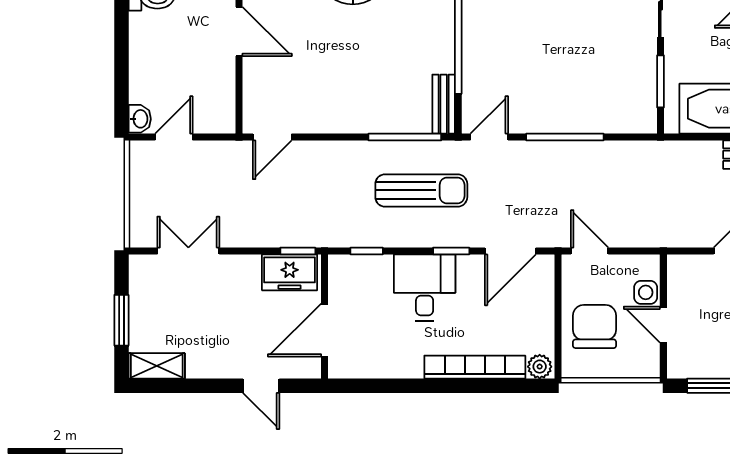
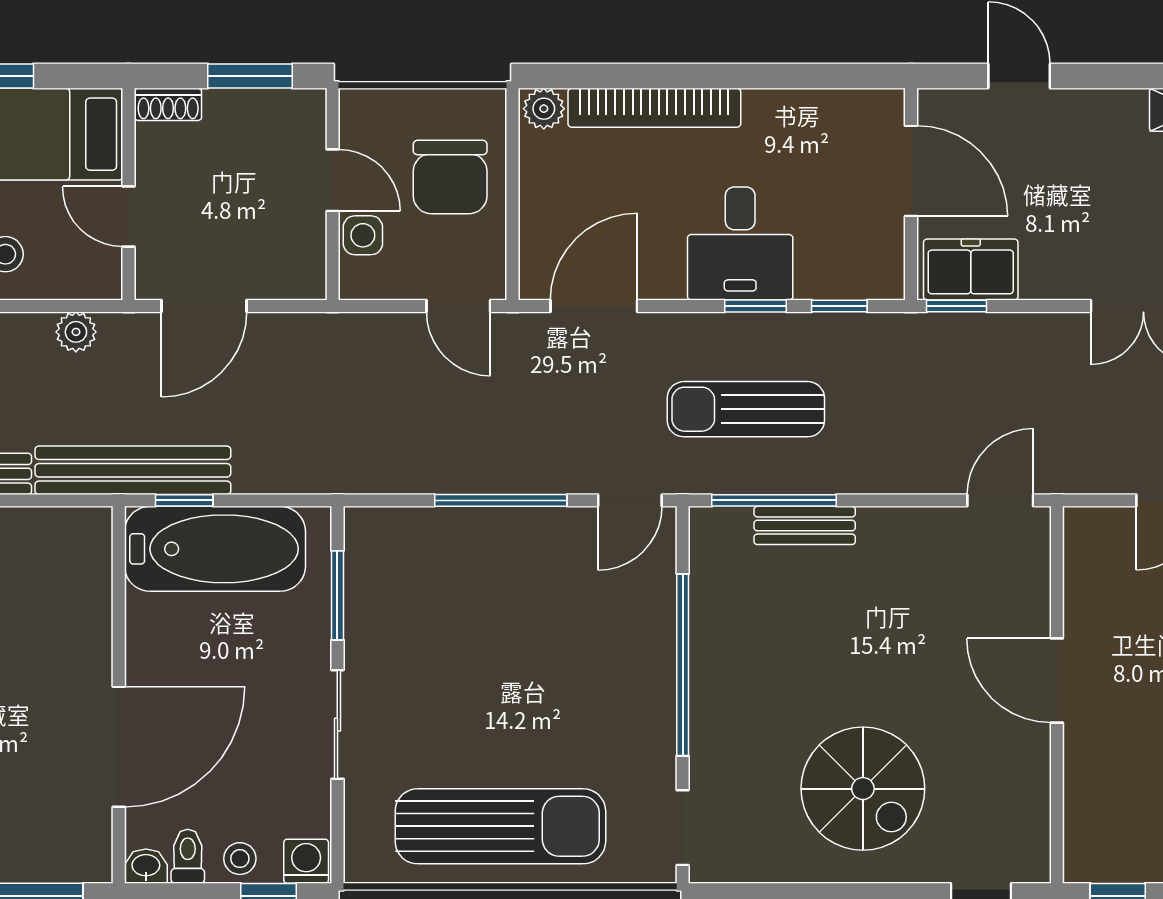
bench: (444, 104) -> (805, 525), moved, turned 90
window: (451, 251) -> (755, 306), moved
door: (324, 330) -> (911, 171), hinge flipped

